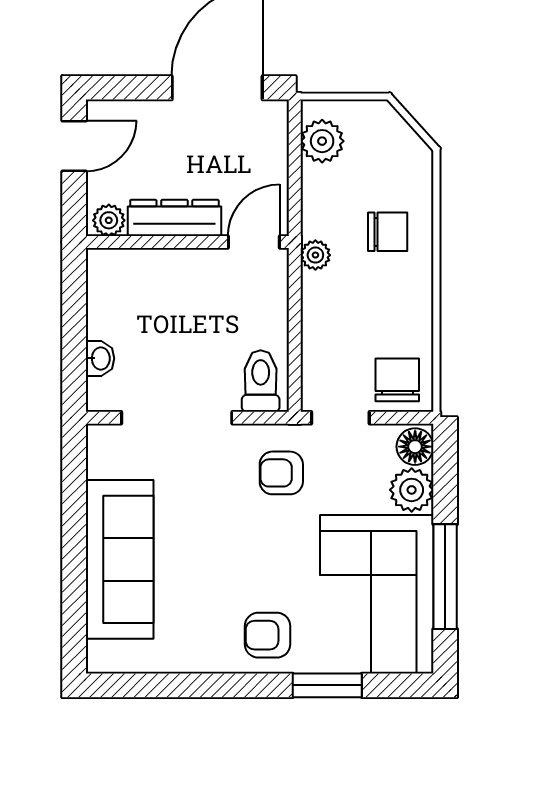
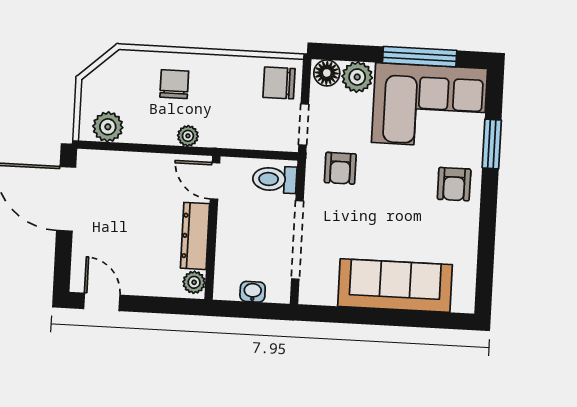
dresser: (174, 218) -> (195, 236), moved
plant: (109, 220) -> (194, 282), moved
wall: (187, 242) -> (212, 228), moved
door: (254, 242) -> (215, 181), moved

